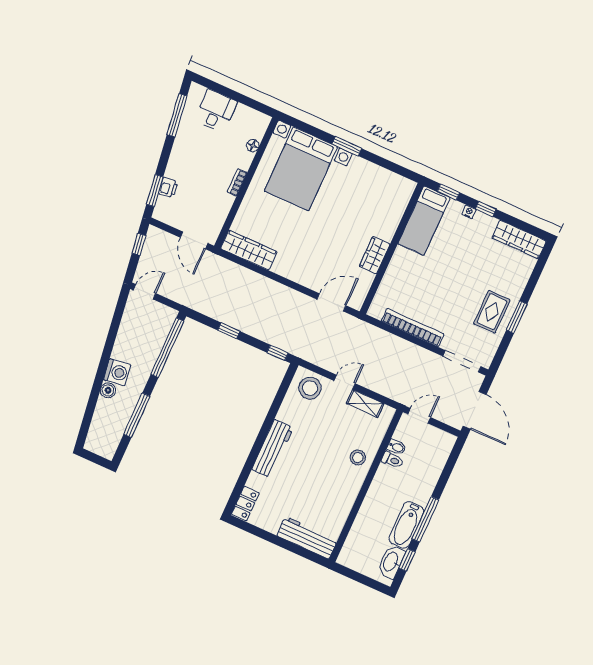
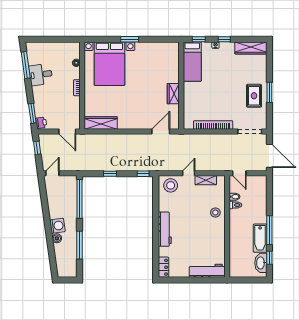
desk: (216, 111) -> (41, 75), moved, turned -98
printer: (168, 188) -> (41, 123), moved
door: (419, 416) -> (239, 173), swing flipped

